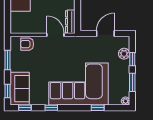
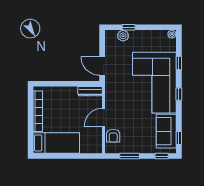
door: (105, 33) -> (102, 66), moved
door: (55, 35) -> (104, 117), moved
window: (132, 82) -> (153, 27), removed
sofa: (20, 89) -> (166, 131), moved, turned -90
window: (51, 108) -> (179, 94), moved

